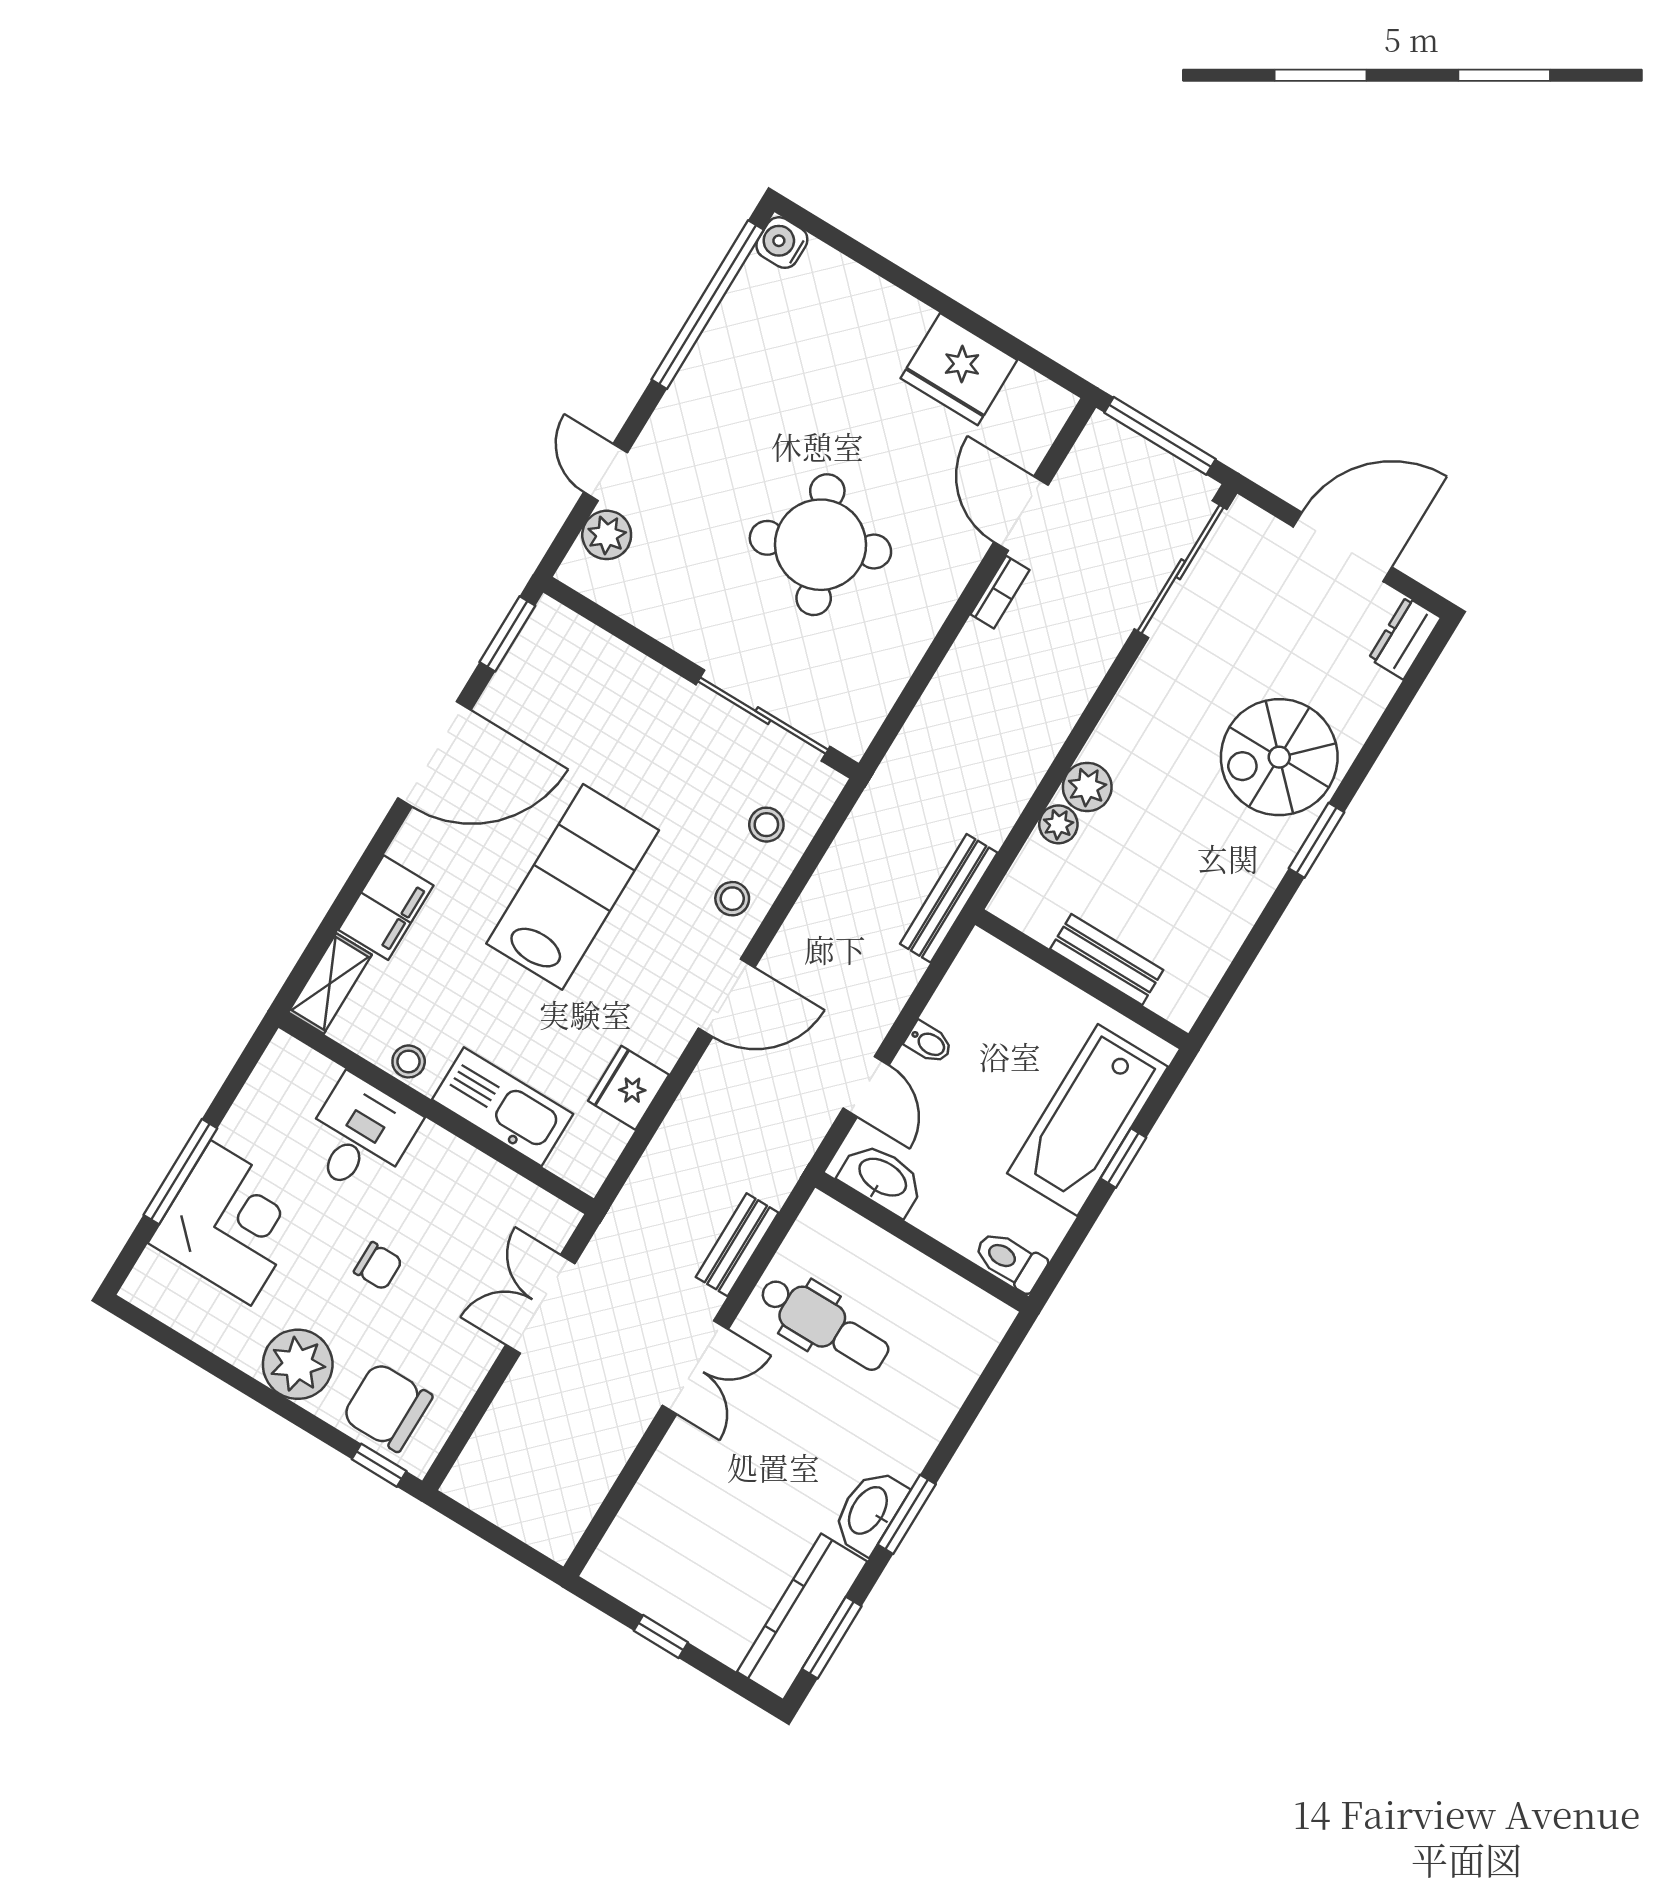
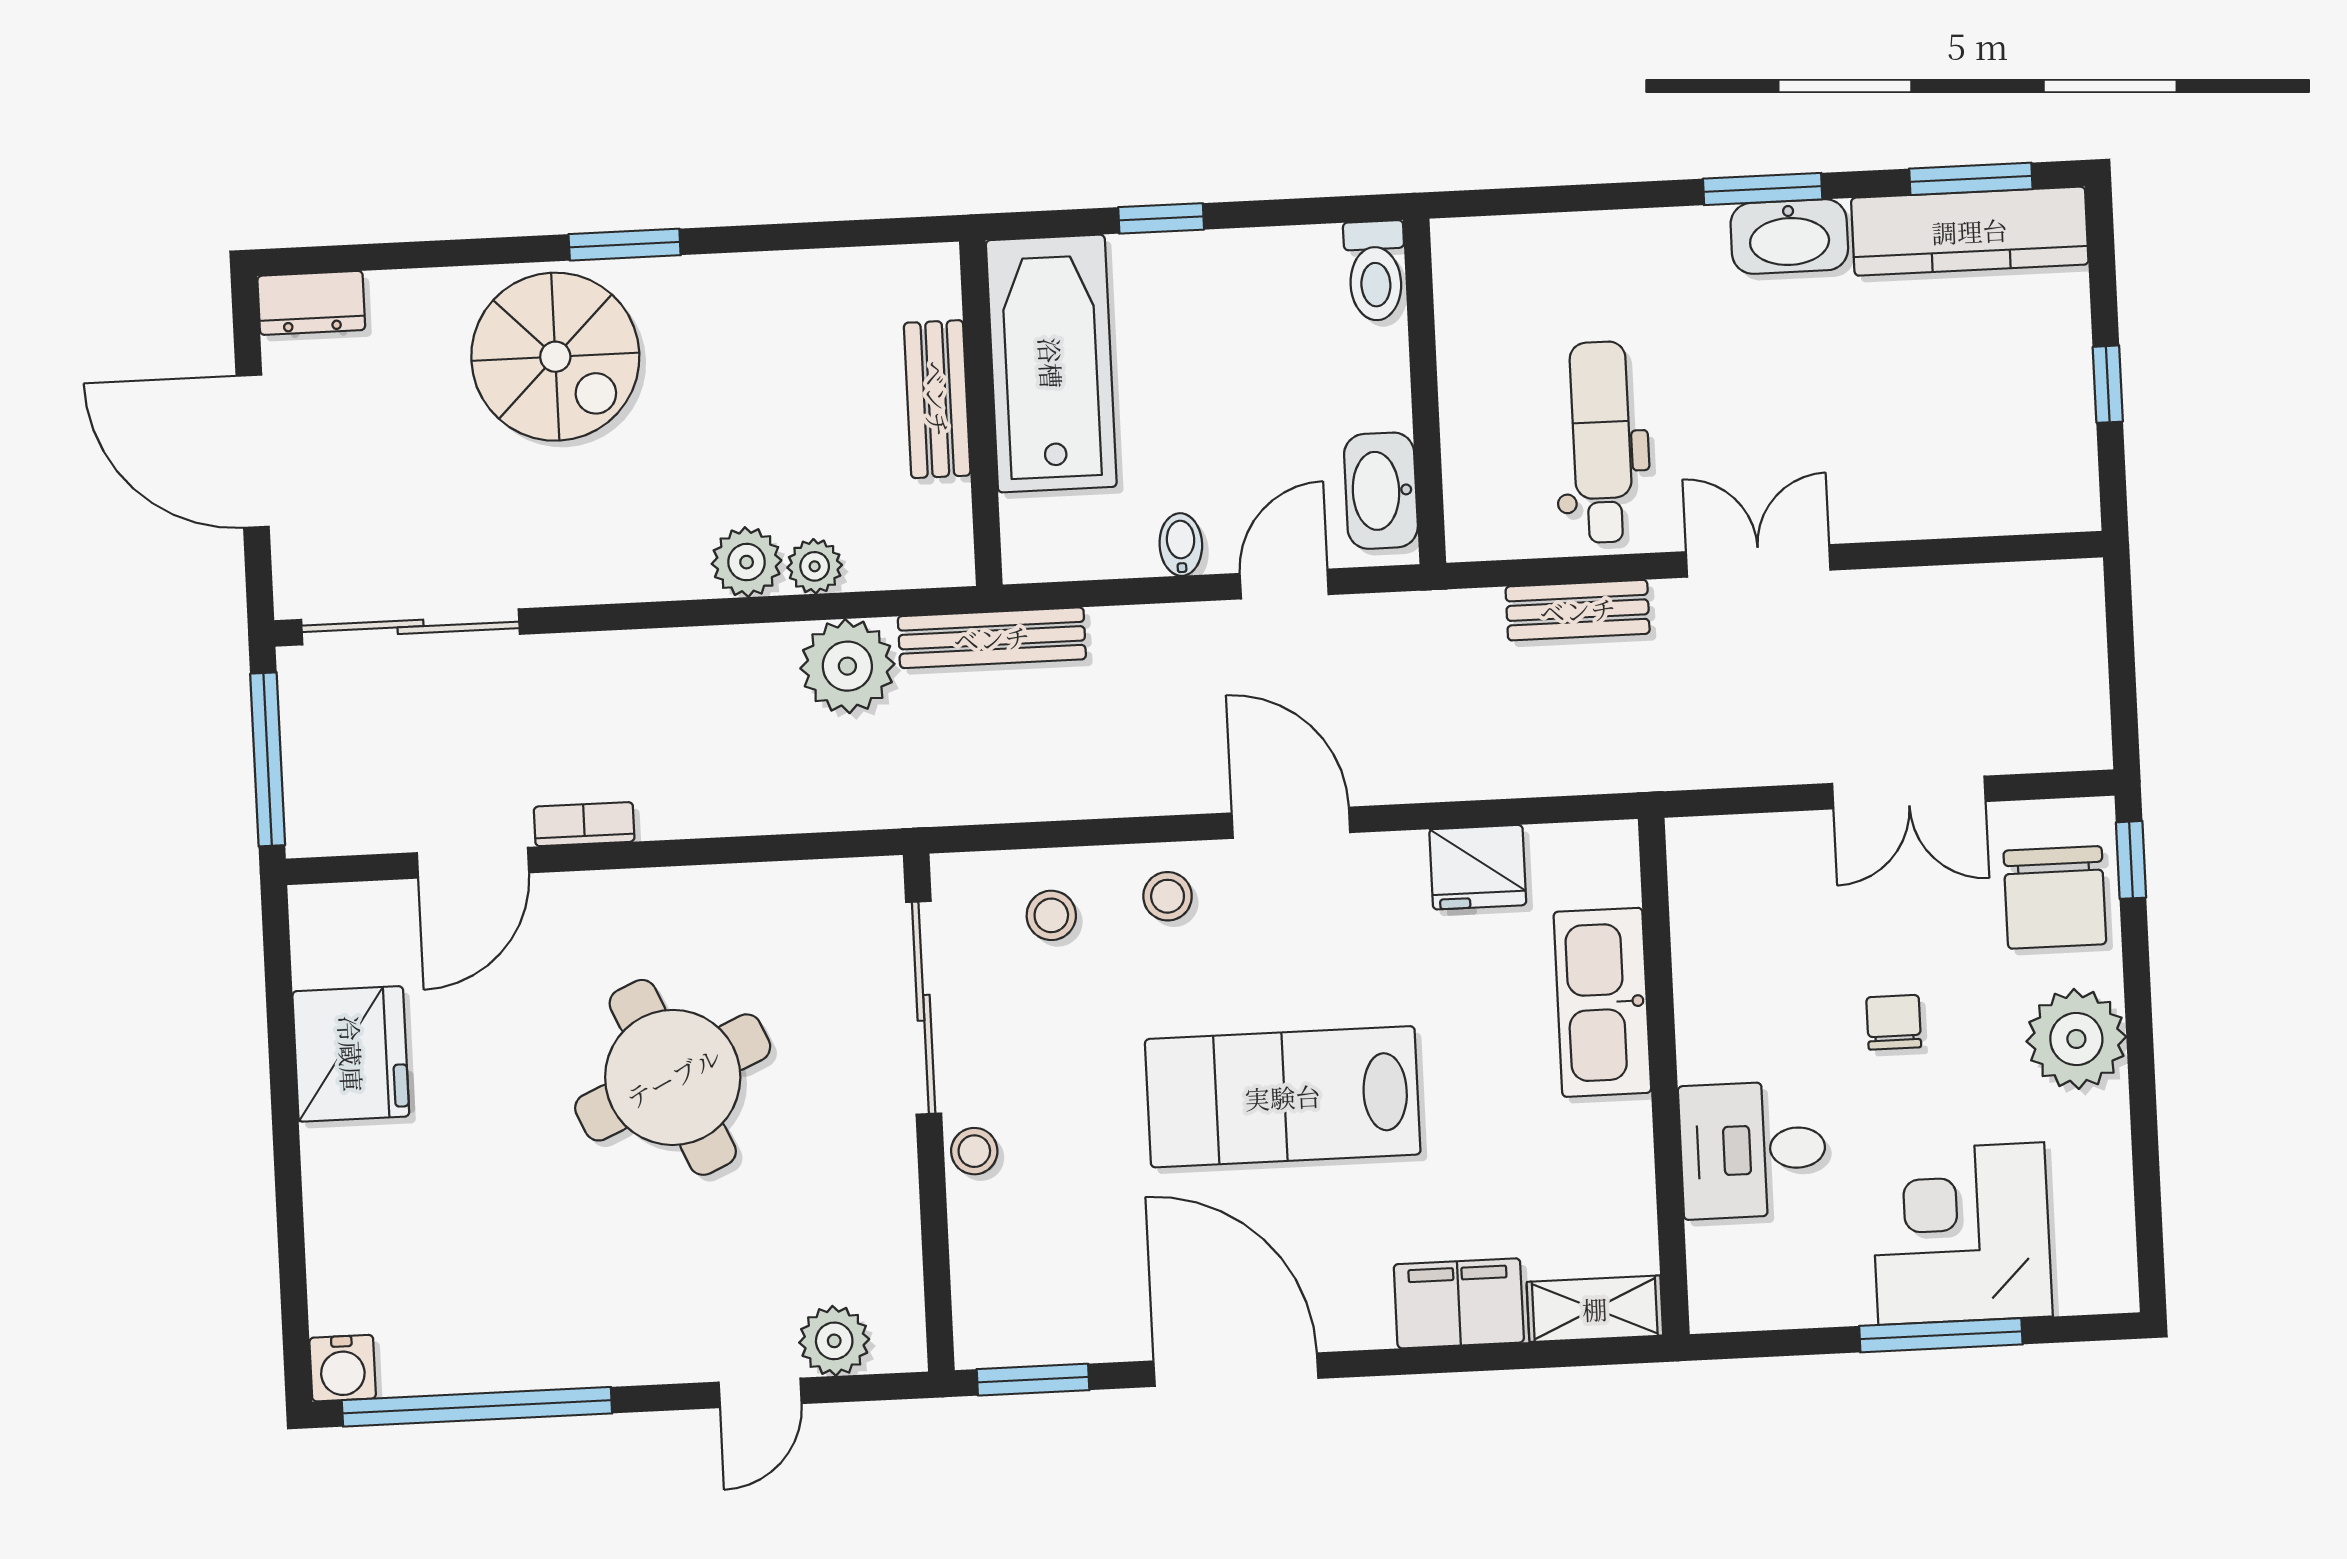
plant: (988, 804) -> (847, 666), added
stool: (409, 1061) -> (974, 1151), moved
bathtub: (1088, 1120) -> (1051, 363), moved, turned -90
double door: (540, 1304) -> (1909, 793), moved

